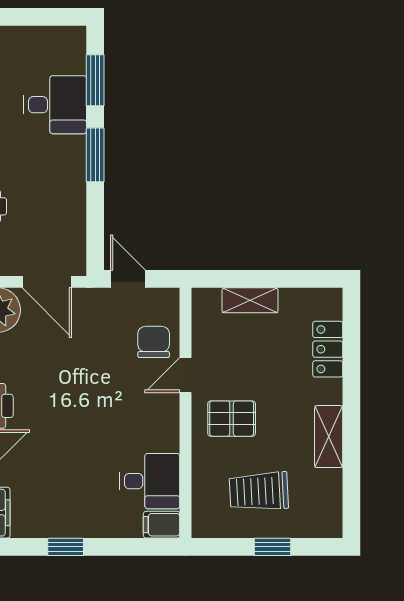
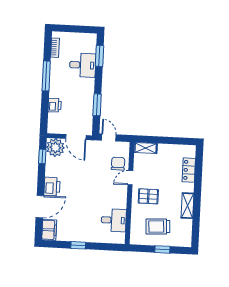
window: (95, 155) -> (97, 105), moved
shelving: (250, 300) -> (146, 148), moved
filing cabinet: (162, 525) -> (118, 238), removed

